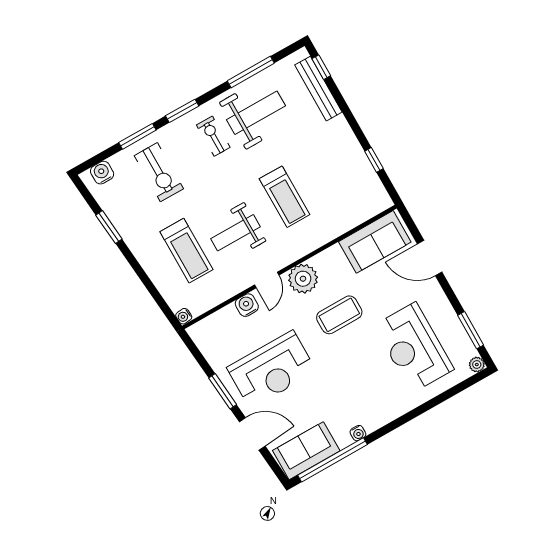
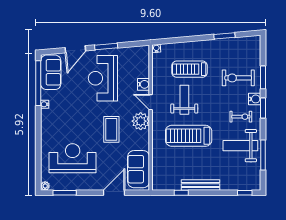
bench: (318, 89) -> (201, 185), moved
weight bench: (256, 113) -> (240, 146), turned 90
water cooler: (102, 173) -> (255, 99), moved
treadmill: (285, 197) -> (189, 136), width x1.37, depth x1.38

